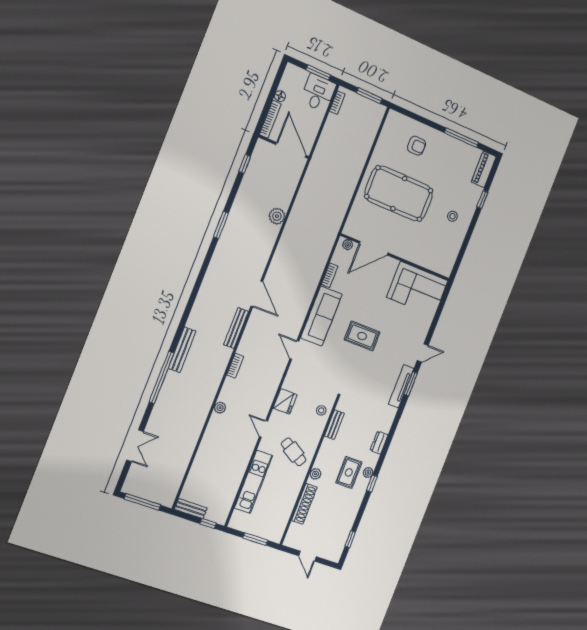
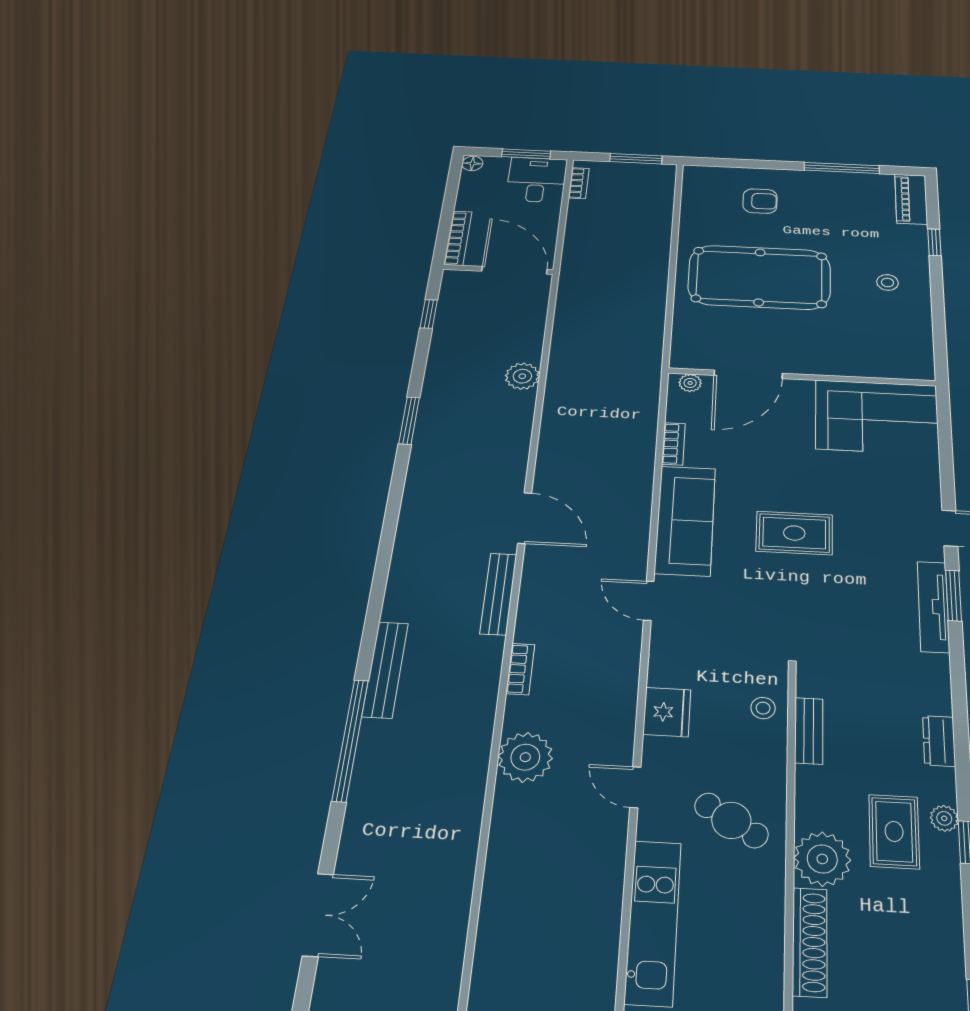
floor lamp: (280, 96) -> (472, 163), moved
plant: (220, 408) -> (525, 757), width x1.87, depth x1.87
plant: (316, 474) -> (822, 859), width x1.88, depth x1.88

